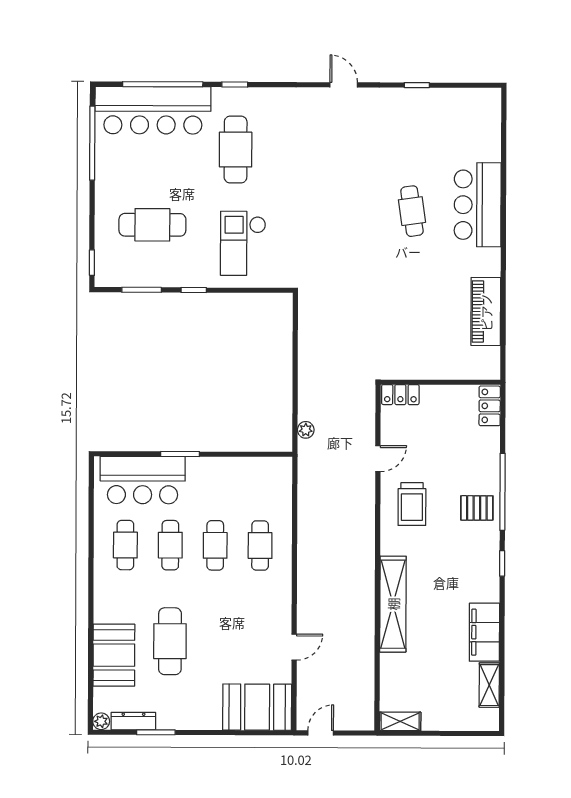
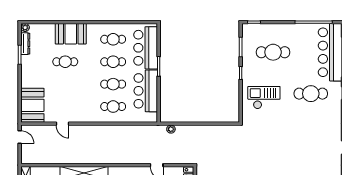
cafe table: (152, 225) -> (273, 52), turned 90
bar counter: (229, 480) -> (146, 91), added
cafe table: (170, 641) -> (65, 62), width x0.73, depth x0.74
booth: (114, 655) -> (71, 34), moved

